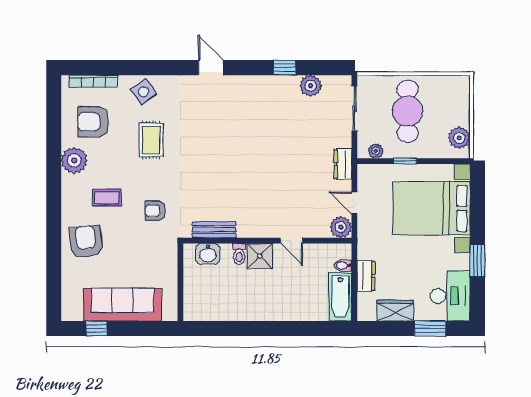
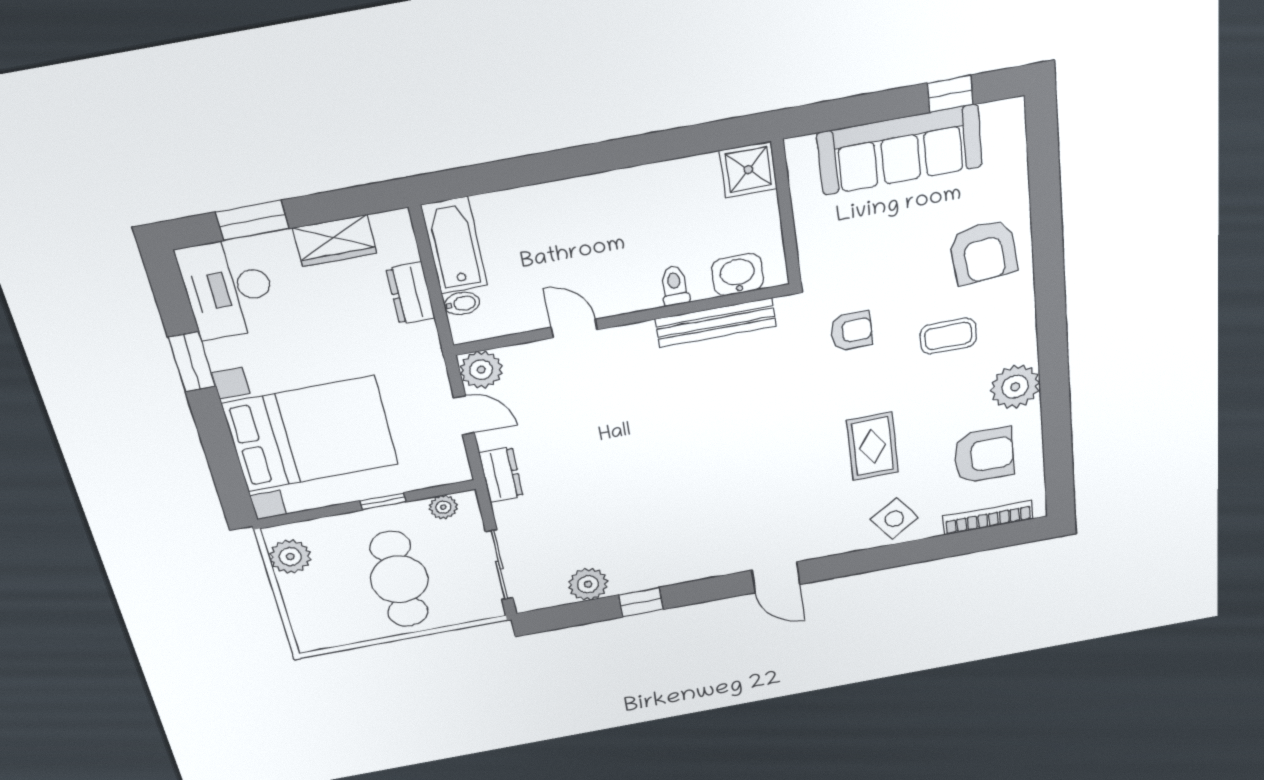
bench: (214, 230) -> (716, 322), width x1.36
shower: (260, 256) -> (748, 169), moved

